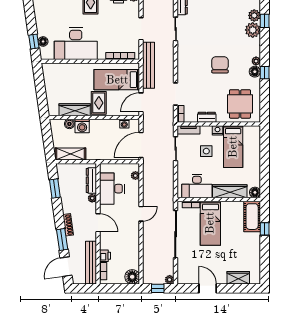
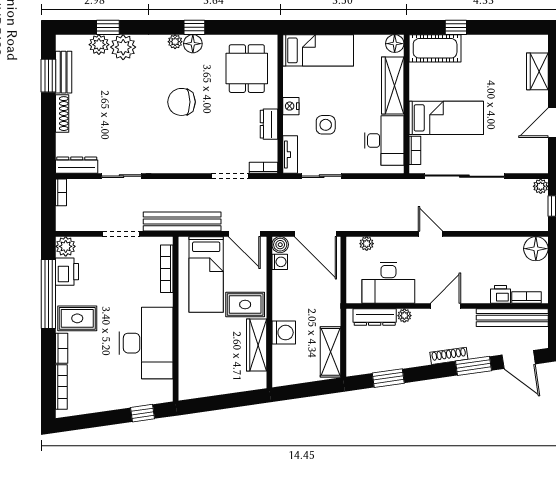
floor lamp: (43, 41) -> (142, 398), removed
dining table: (240, 104) -> (247, 69), turned 90
boiler: (69, 124) -> (280, 245), moved
bed: (233, 147) -> (318, 50), moved

